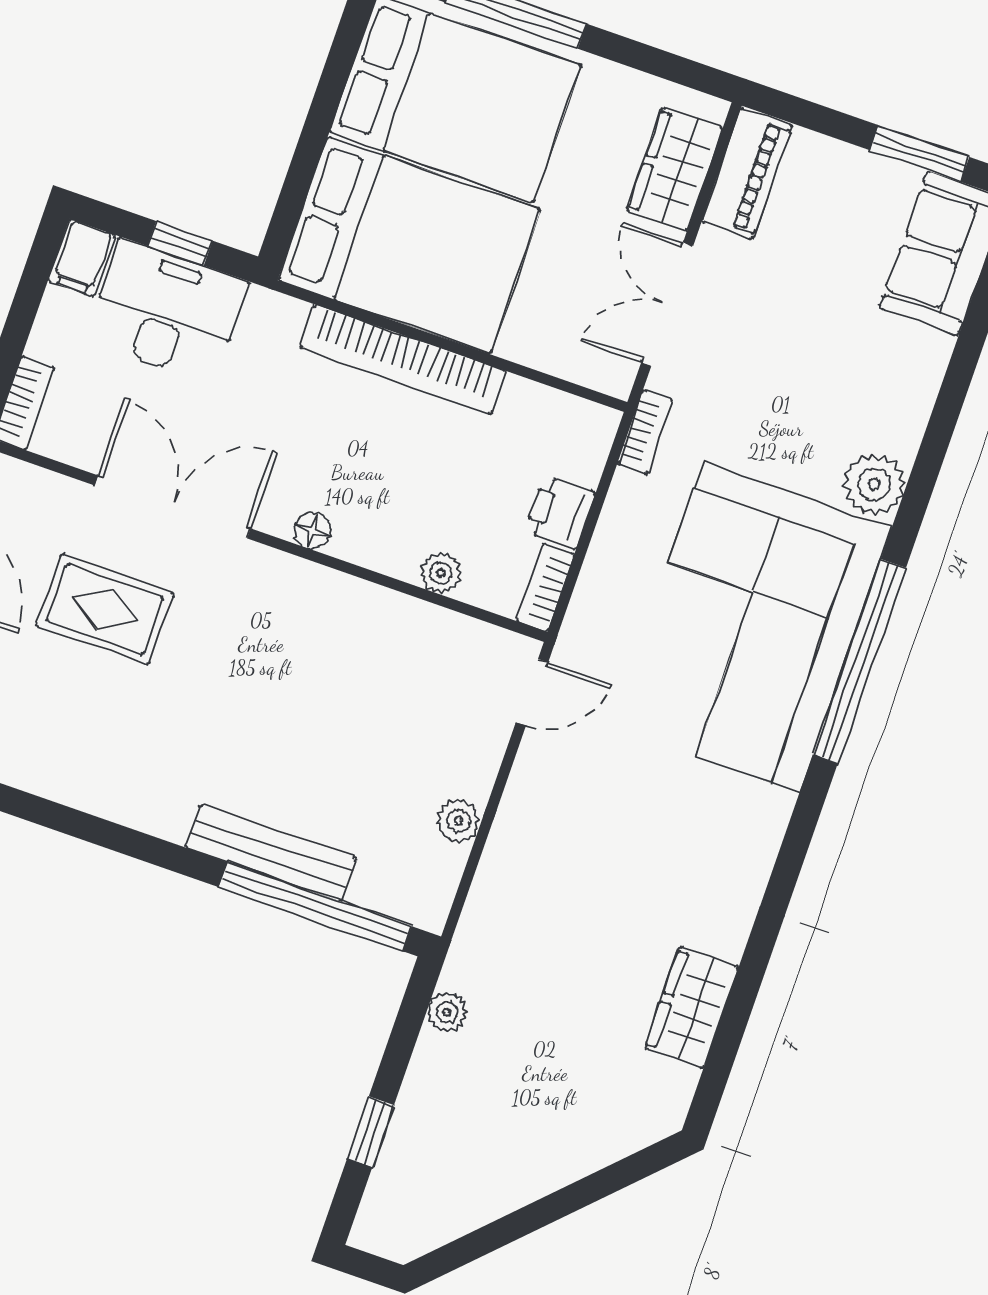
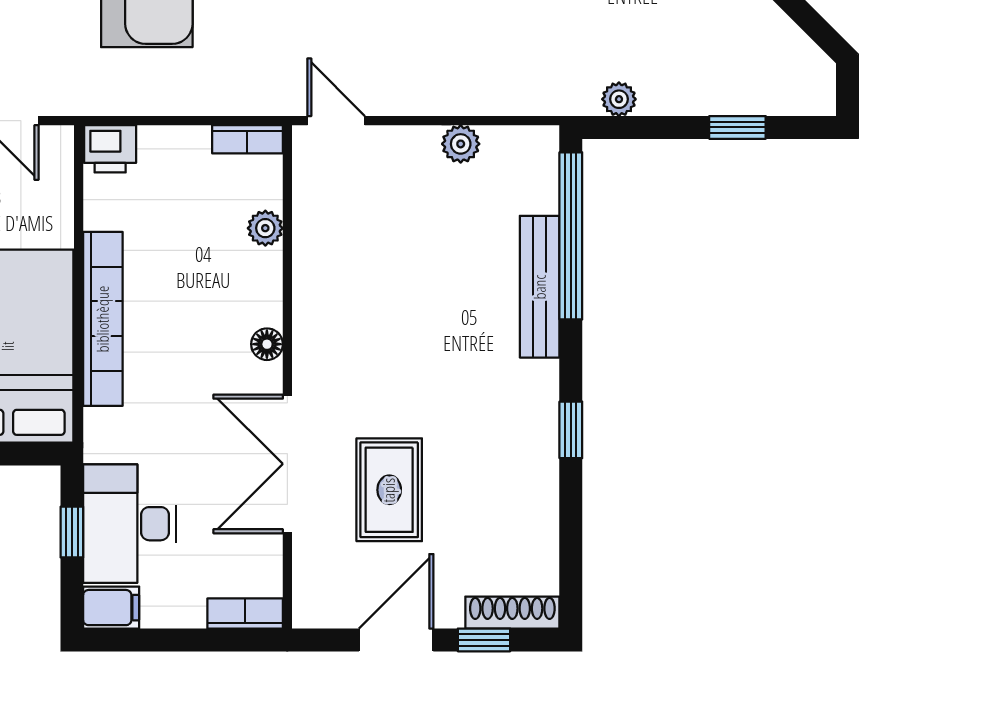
bookcase: (645, 432) -> (94, 103), removed
printer: (560, 512) -> (110, 149), moved
window: (101, 832) -> (571, 430), added

